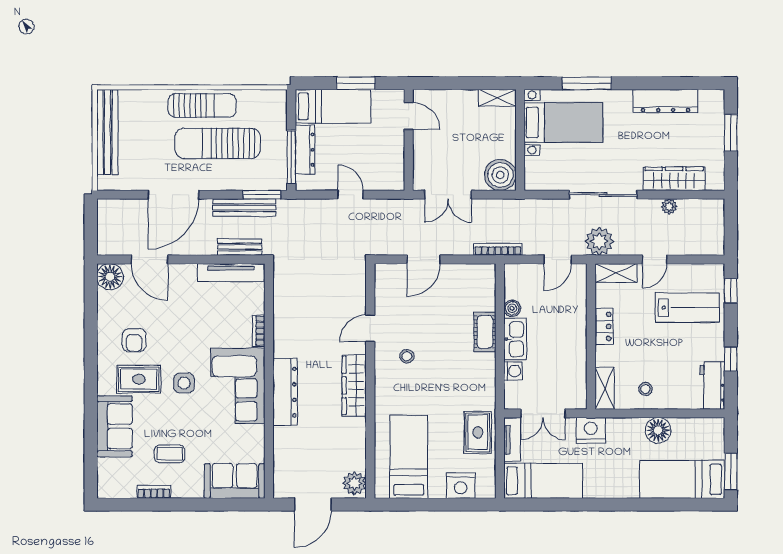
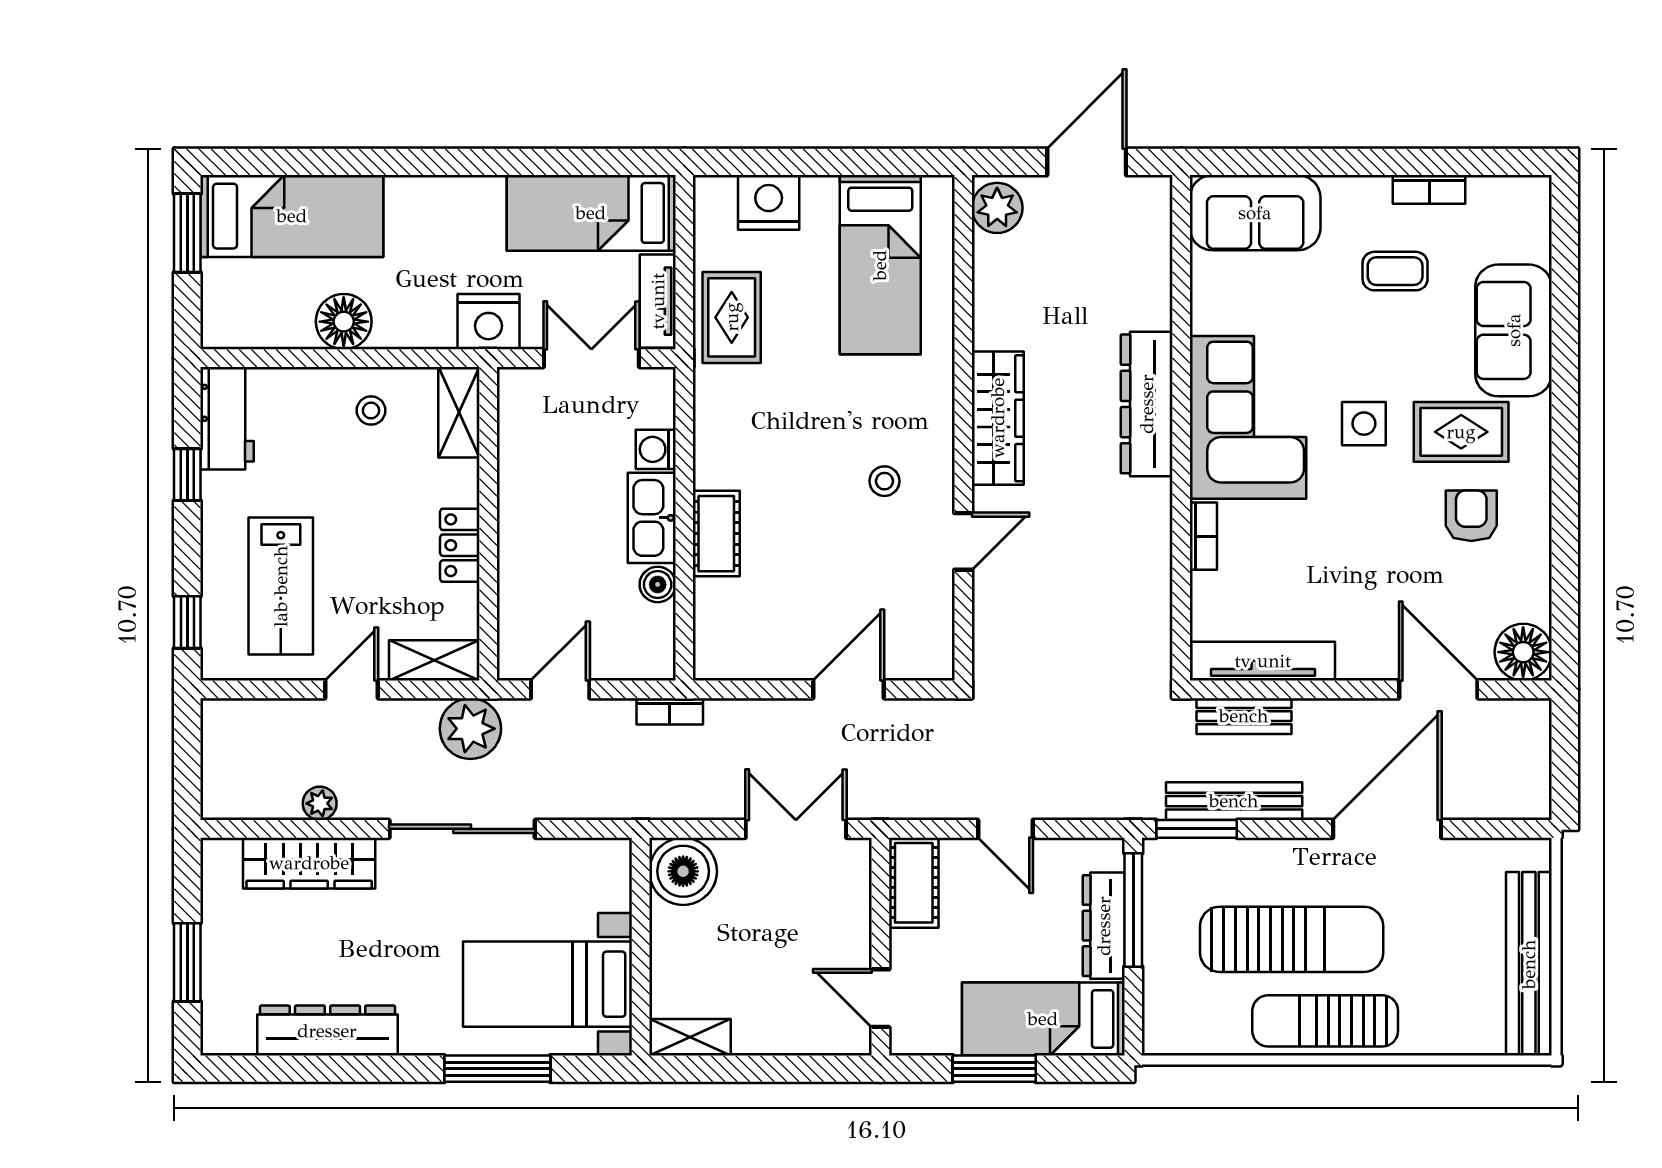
cot: (393, 170) -> (914, 883), added
bookcase: (498, 249) -> (670, 711), width x0.64
lab bench: (687, 308) -> (281, 586), turned -90

